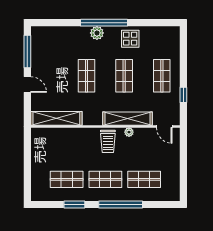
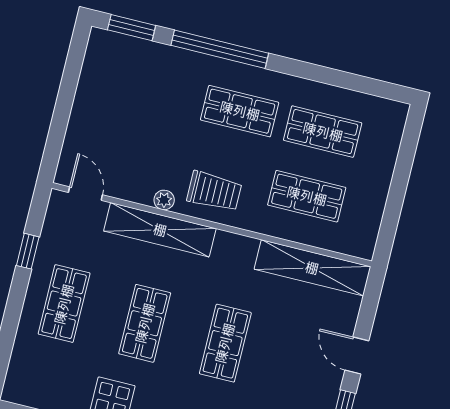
trolley: (108, 141) -> (214, 191), turned 90
shop shelf: (144, 179) -> (307, 196), moved
window: (74, 204) -> (132, 28), moved

